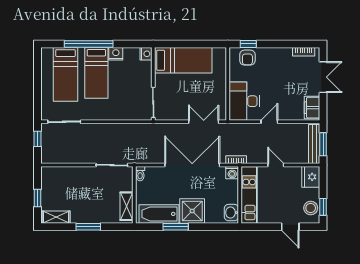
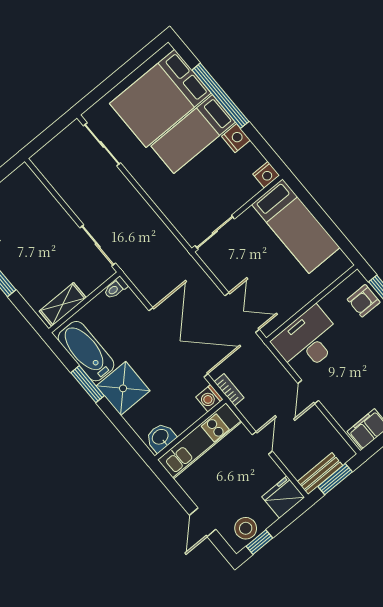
bed: (66, 74) -> (160, 98), width x1.50
door: (269, 122) -> (308, 392), swing flipped
window: (38, 139) -> (55, 129), removed
bench: (314, 144) -> (320, 473), width x0.73

